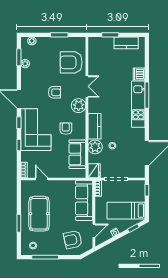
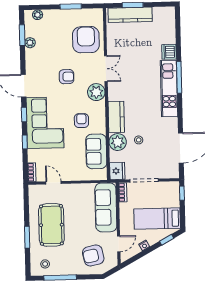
kitchen counter: (126, 43) -> (130, 15), moved, width x1.50
armchair: (71, 62) -> (86, 40), turned 90

